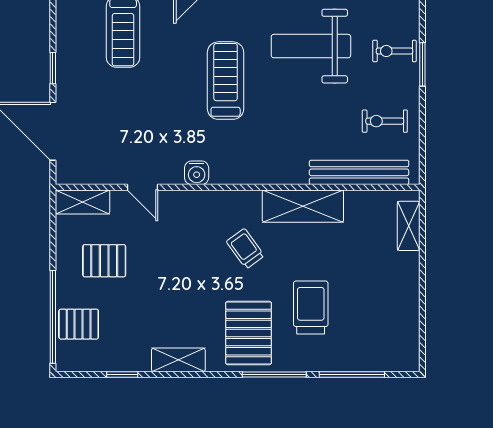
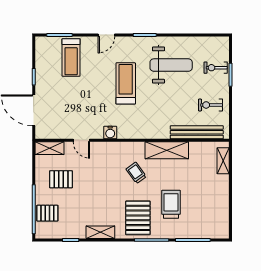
weight bench: (311, 46) -> (171, 65), turned 180

